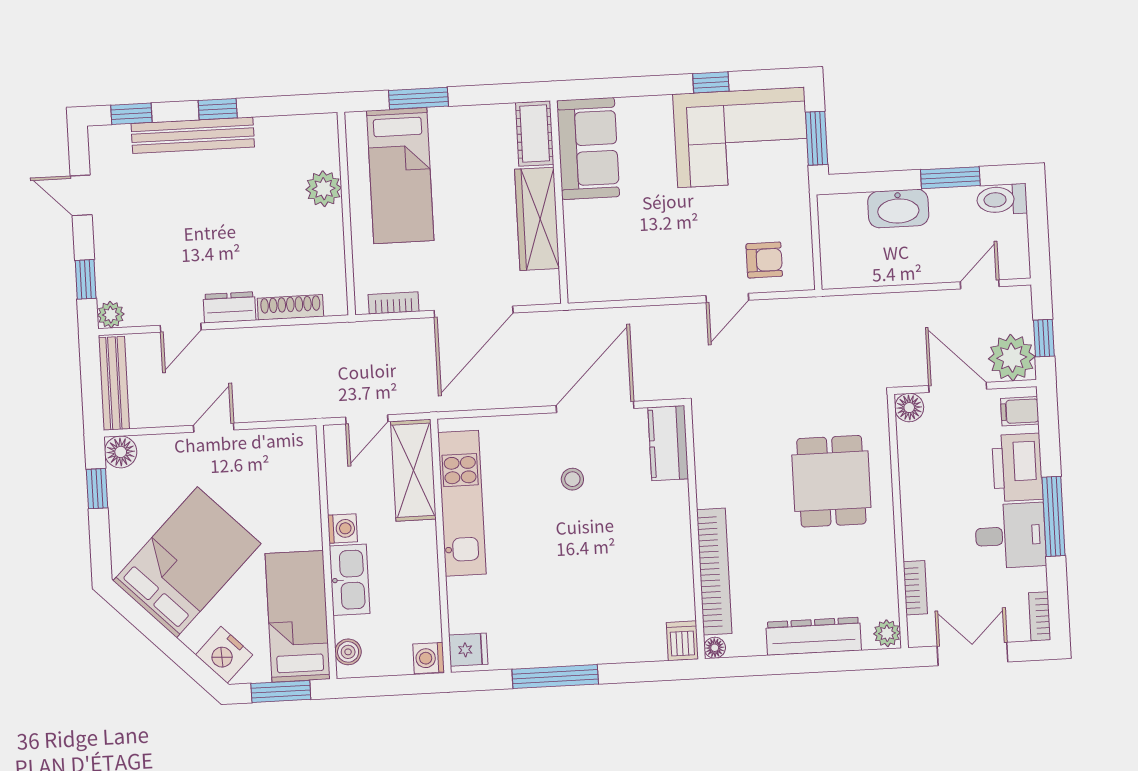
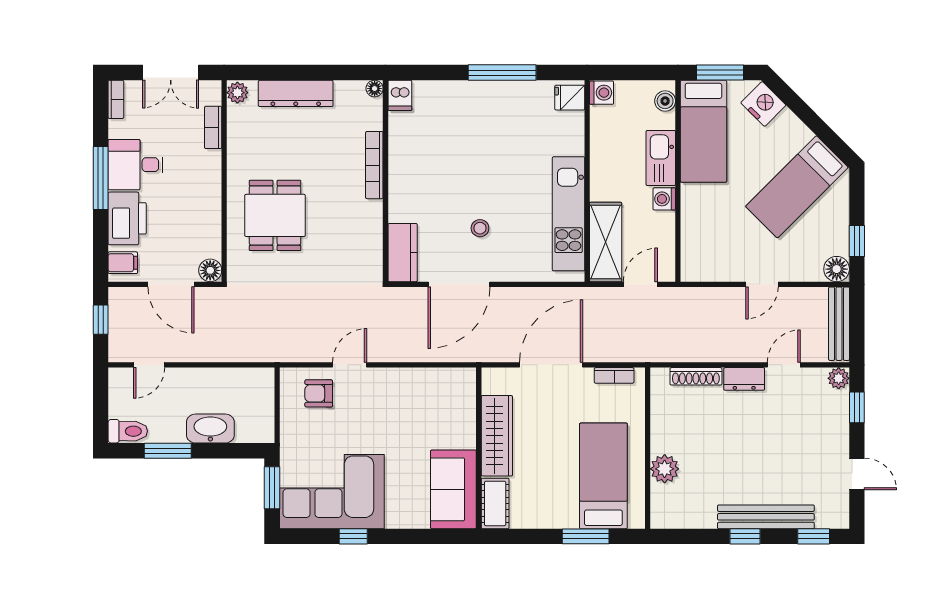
plant: (1012, 358) -> (127, 306), removed
bed: (187, 562) -> (797, 187), width x0.67
bookcase: (714, 572) -> (374, 165), width x0.68, depth x0.76

